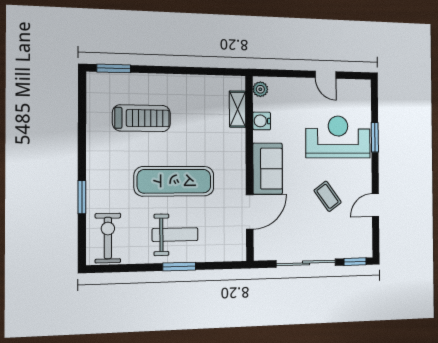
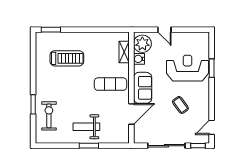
door: (326, 75) -> (164, 30), moved
plant: (260, 89) -> (142, 44), width x1.88, depth x1.88
exercise mat: (174, 181) -> (110, 84), moved, width x0.73, depth x0.69
door: (375, 205) -> (212, 127), moved
weight bench: (175, 235) -> (86, 127), turned 180
exercise bike: (108, 238) -> (49, 116), moved

